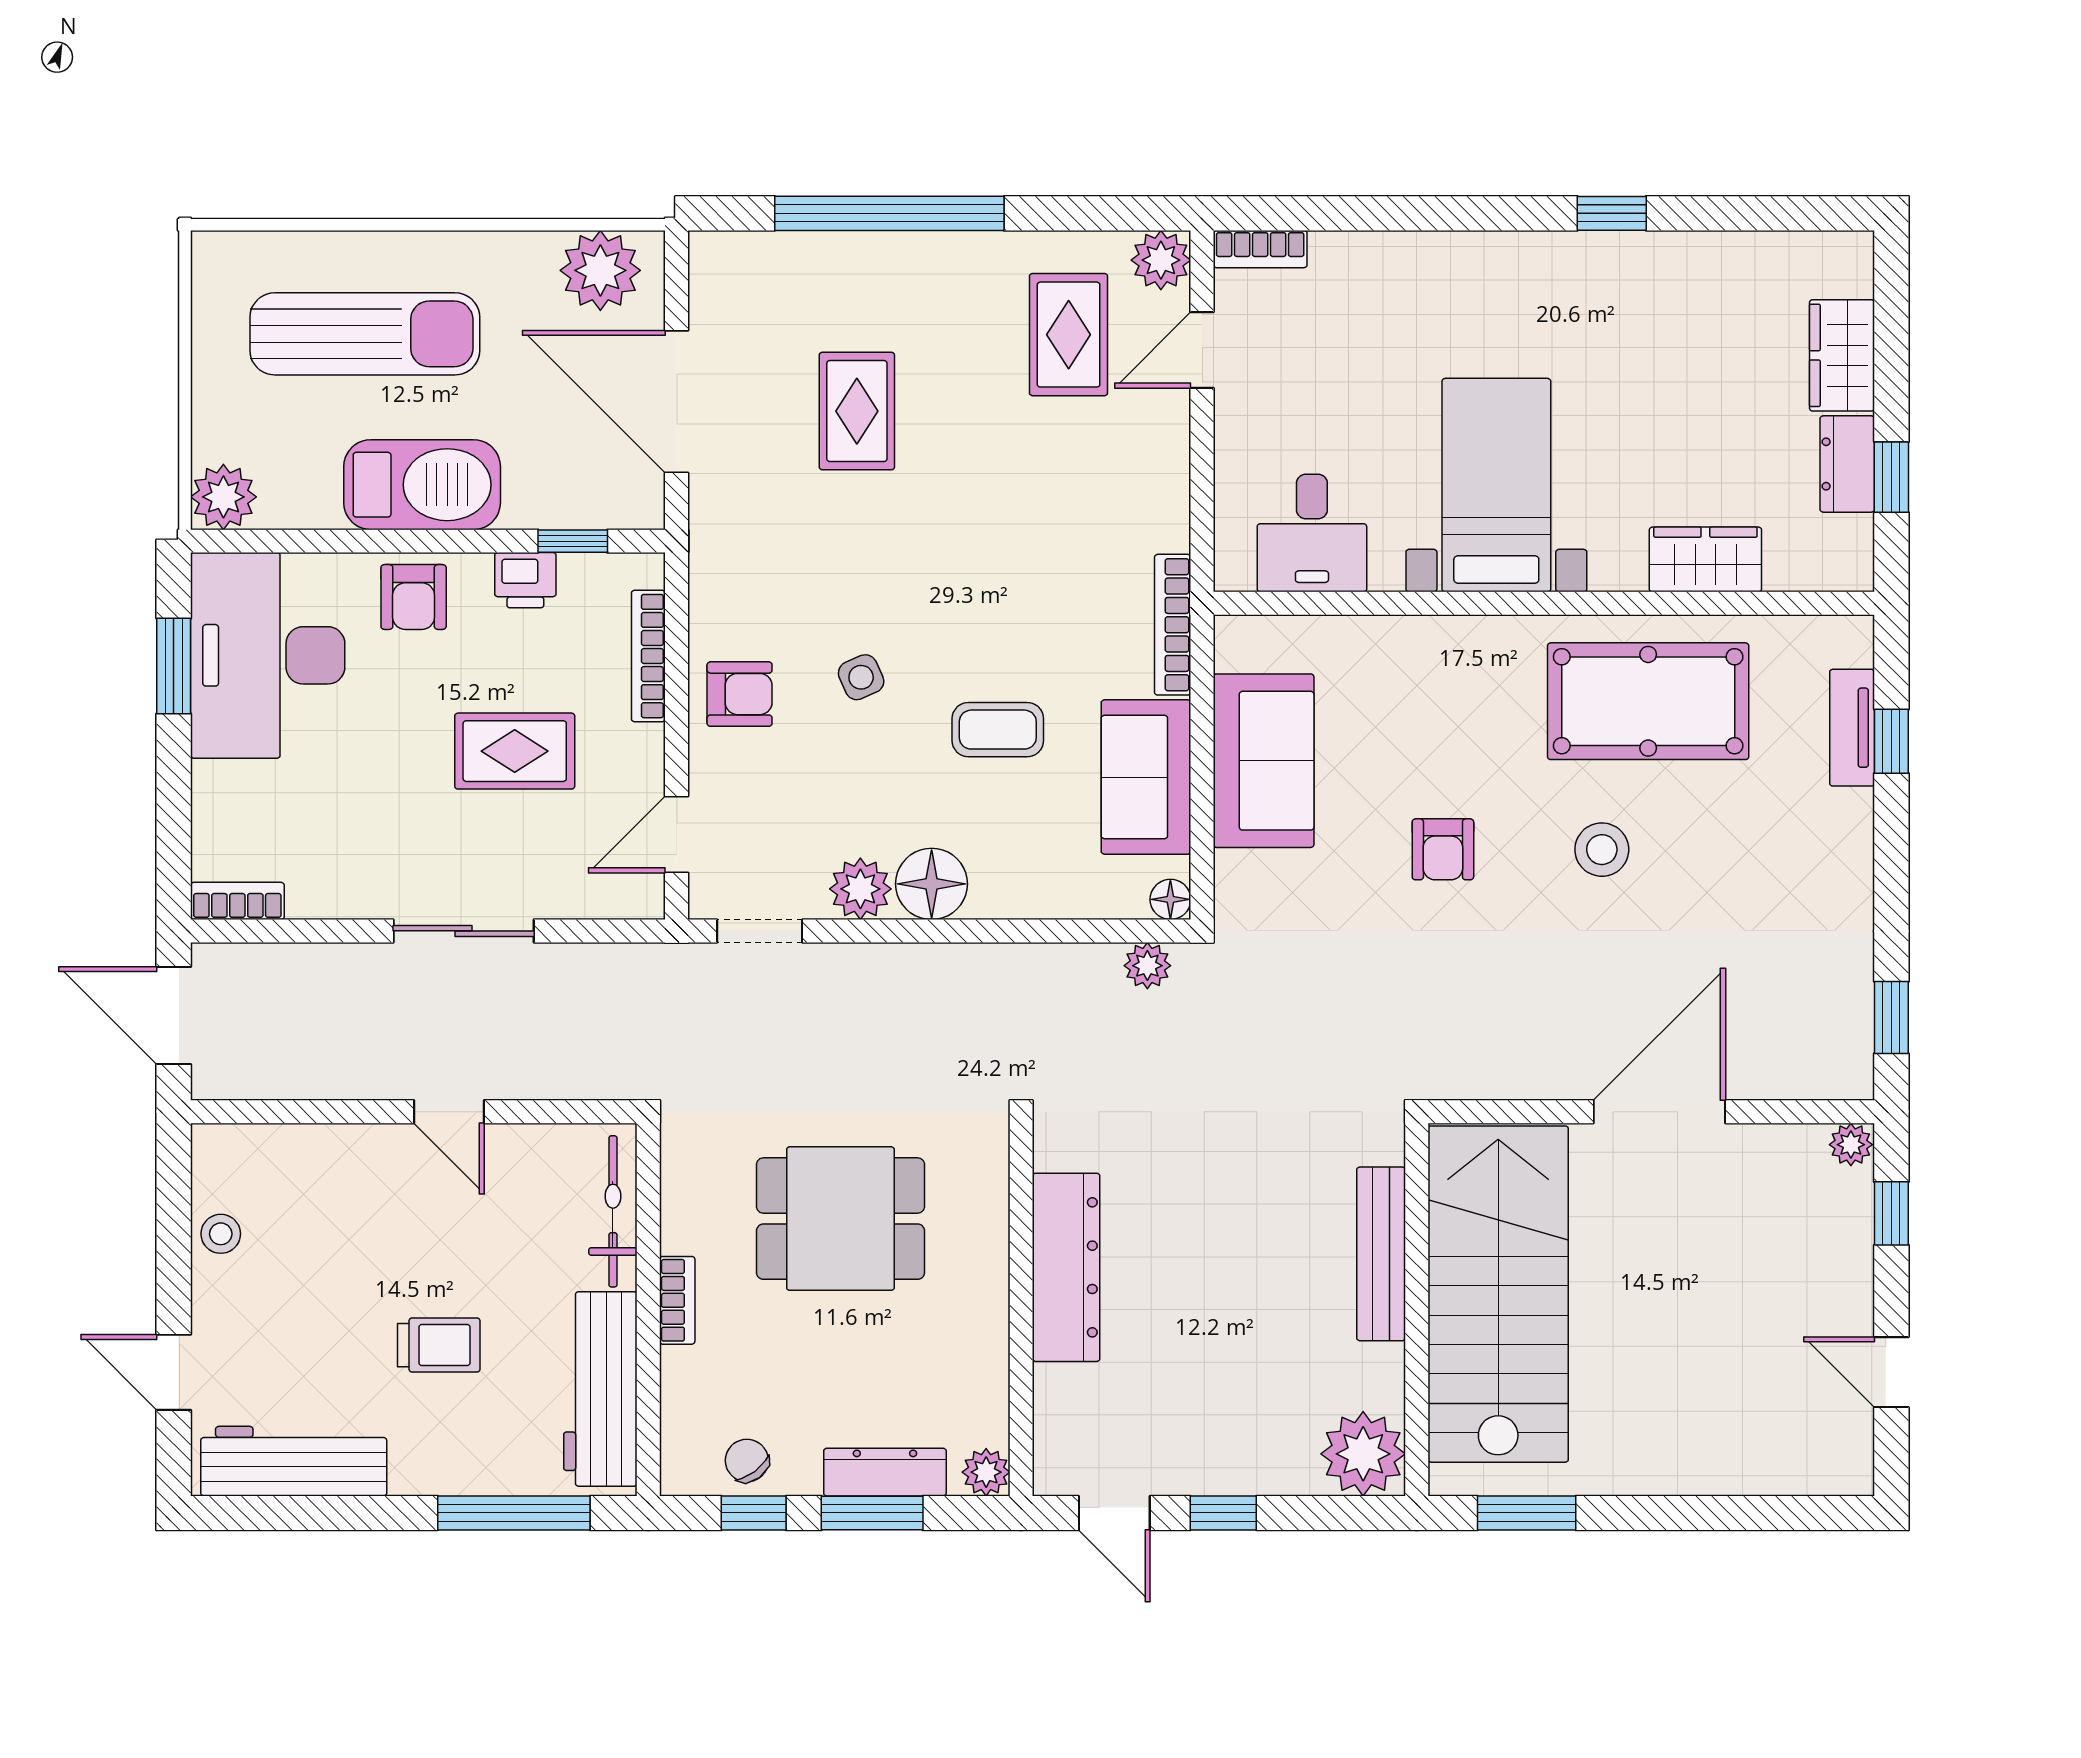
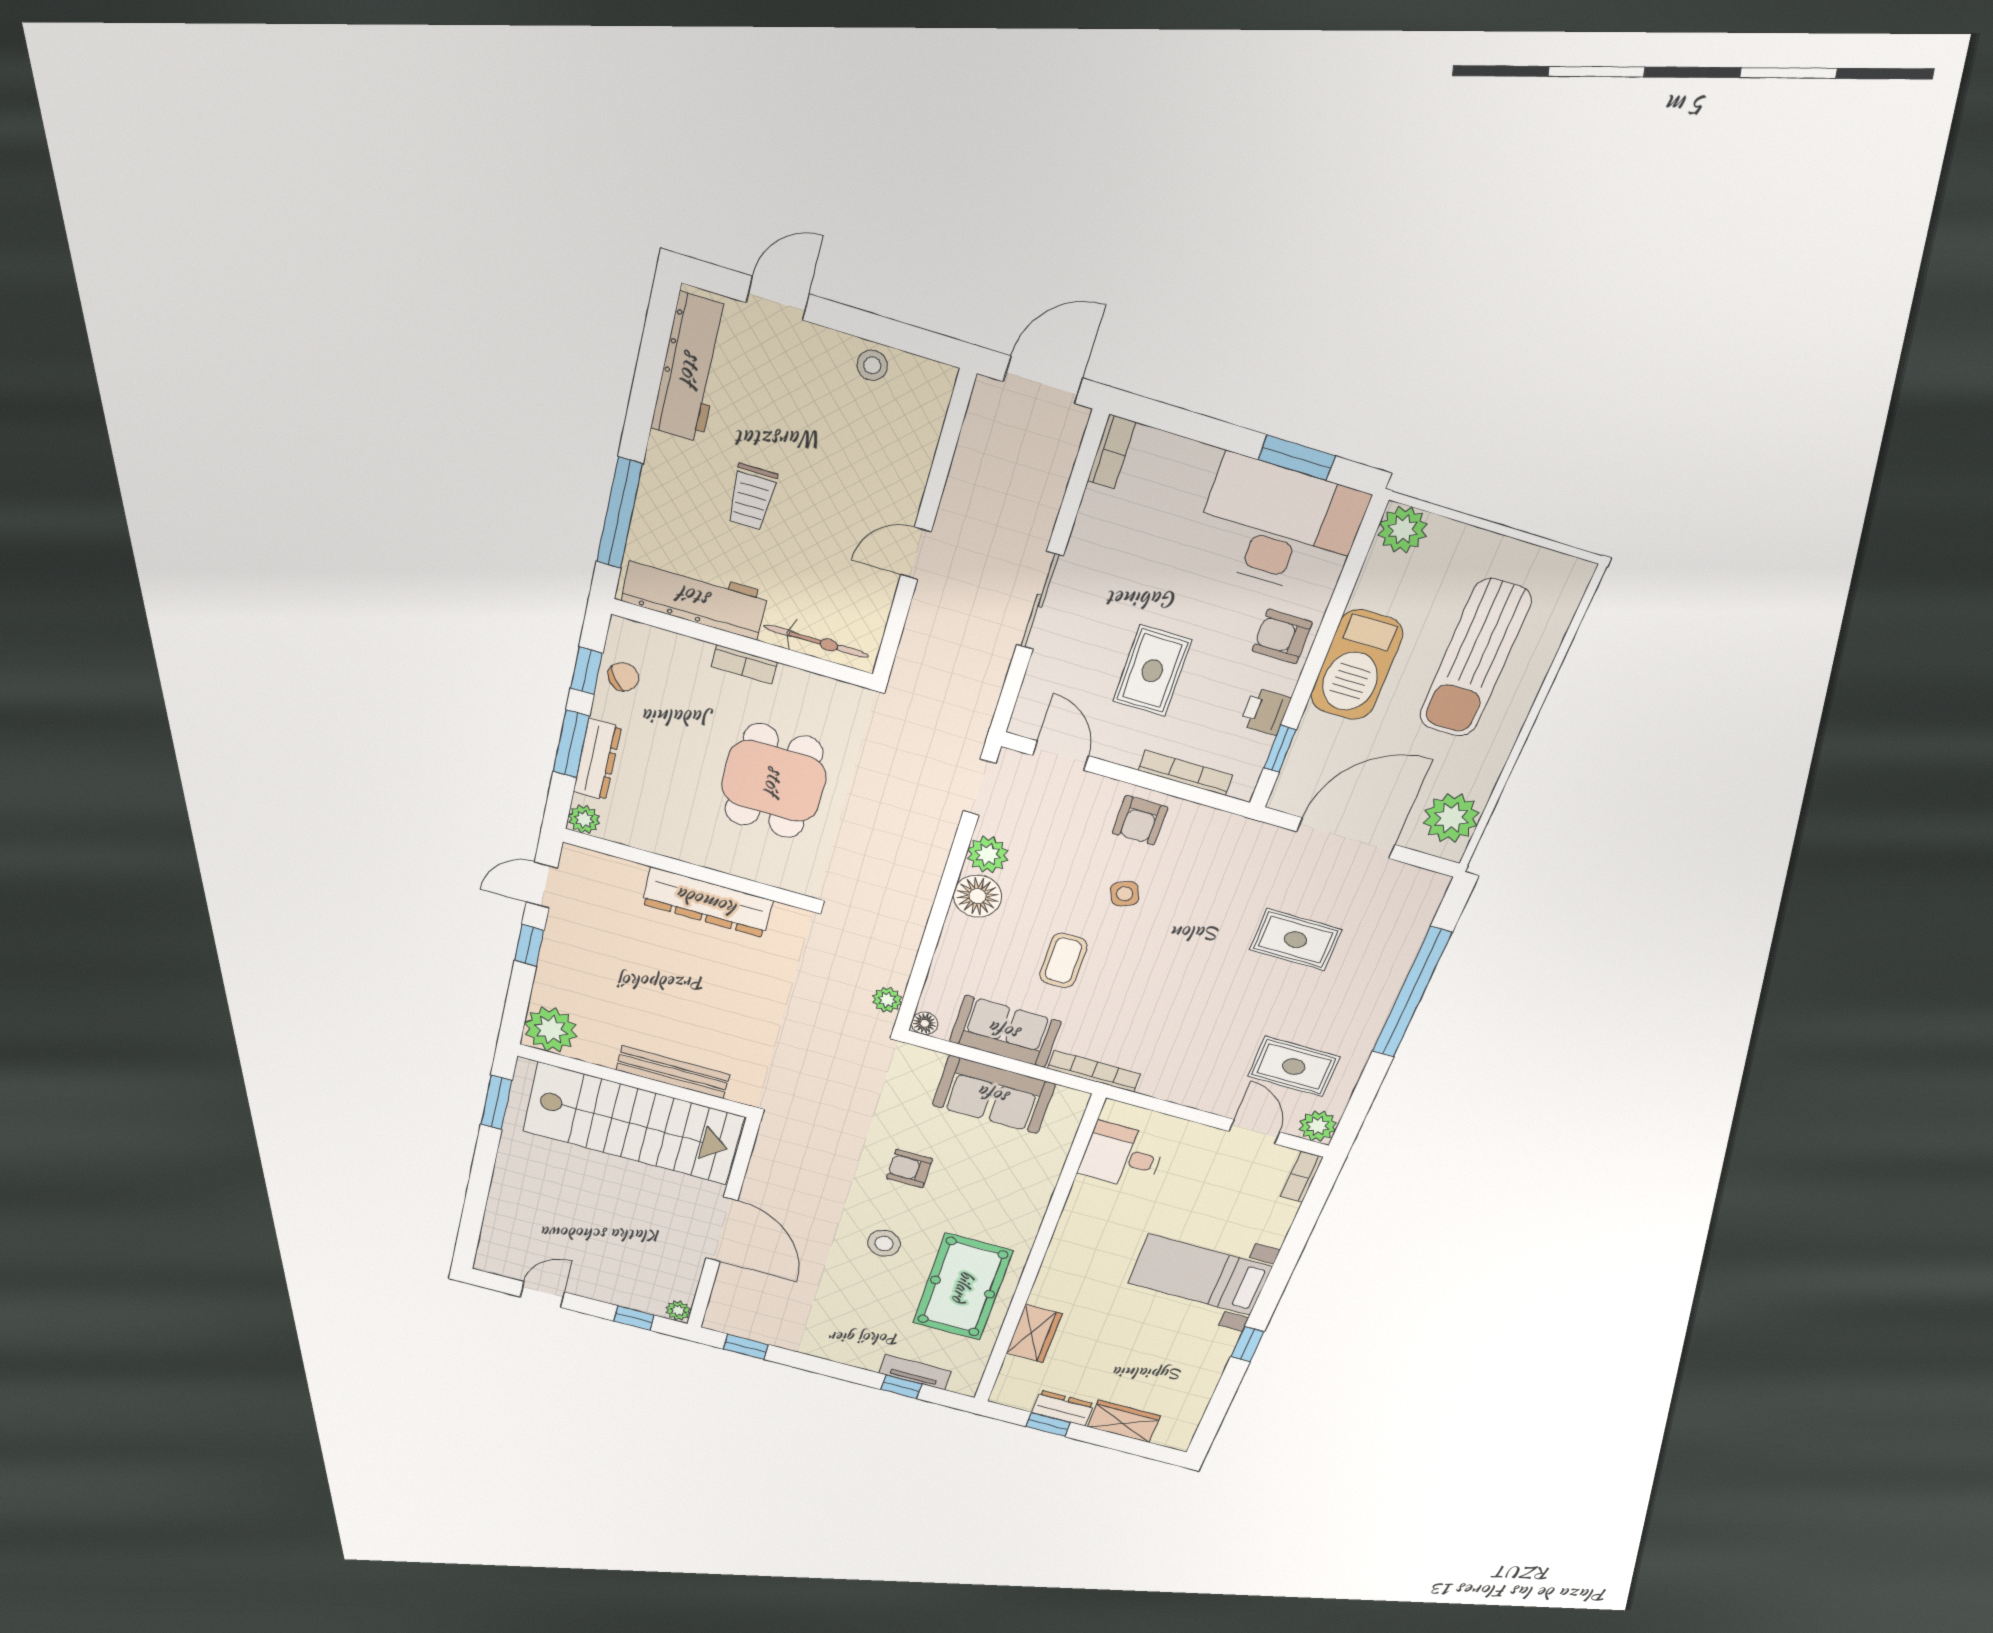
bed with nightstands: (1496, 485) -> (1200, 1275), moved, turned 180

